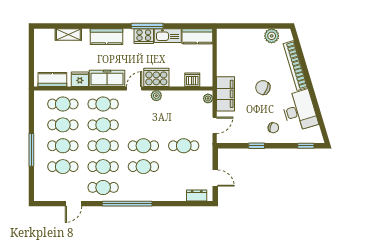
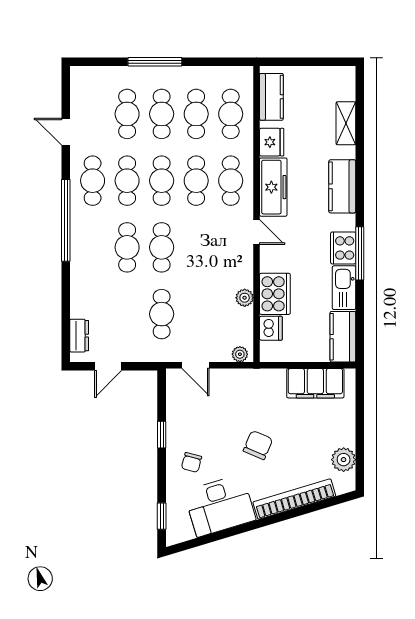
cooker: (156, 77) -> (275, 294), moved
filing cabinet: (225, 94) -> (315, 383), moved
plant: (156, 96) -> (245, 298), moved

